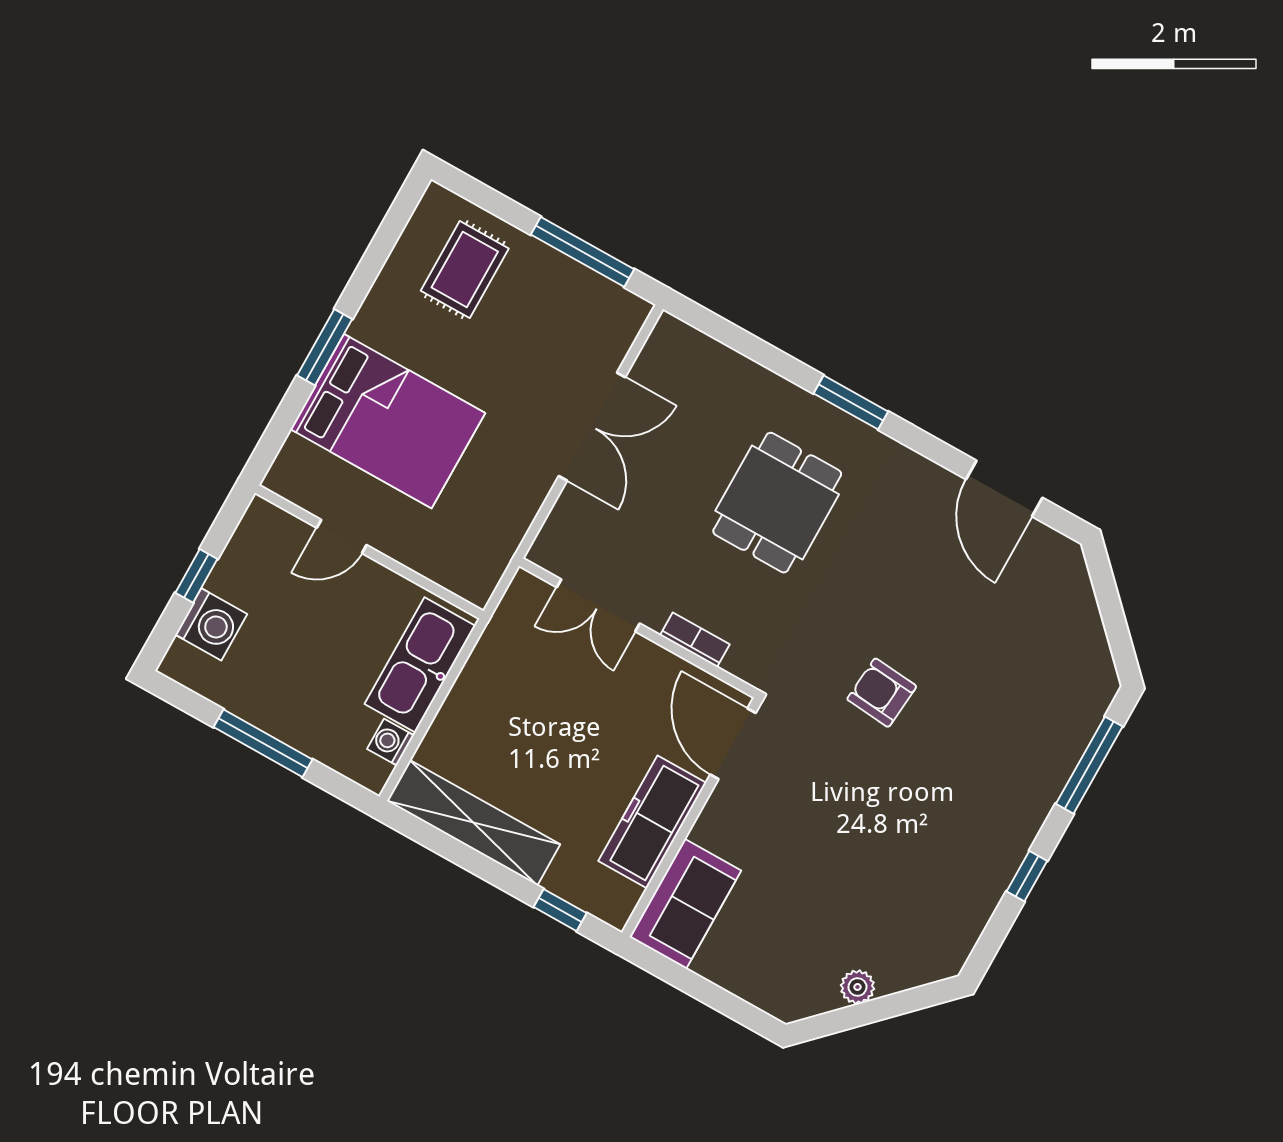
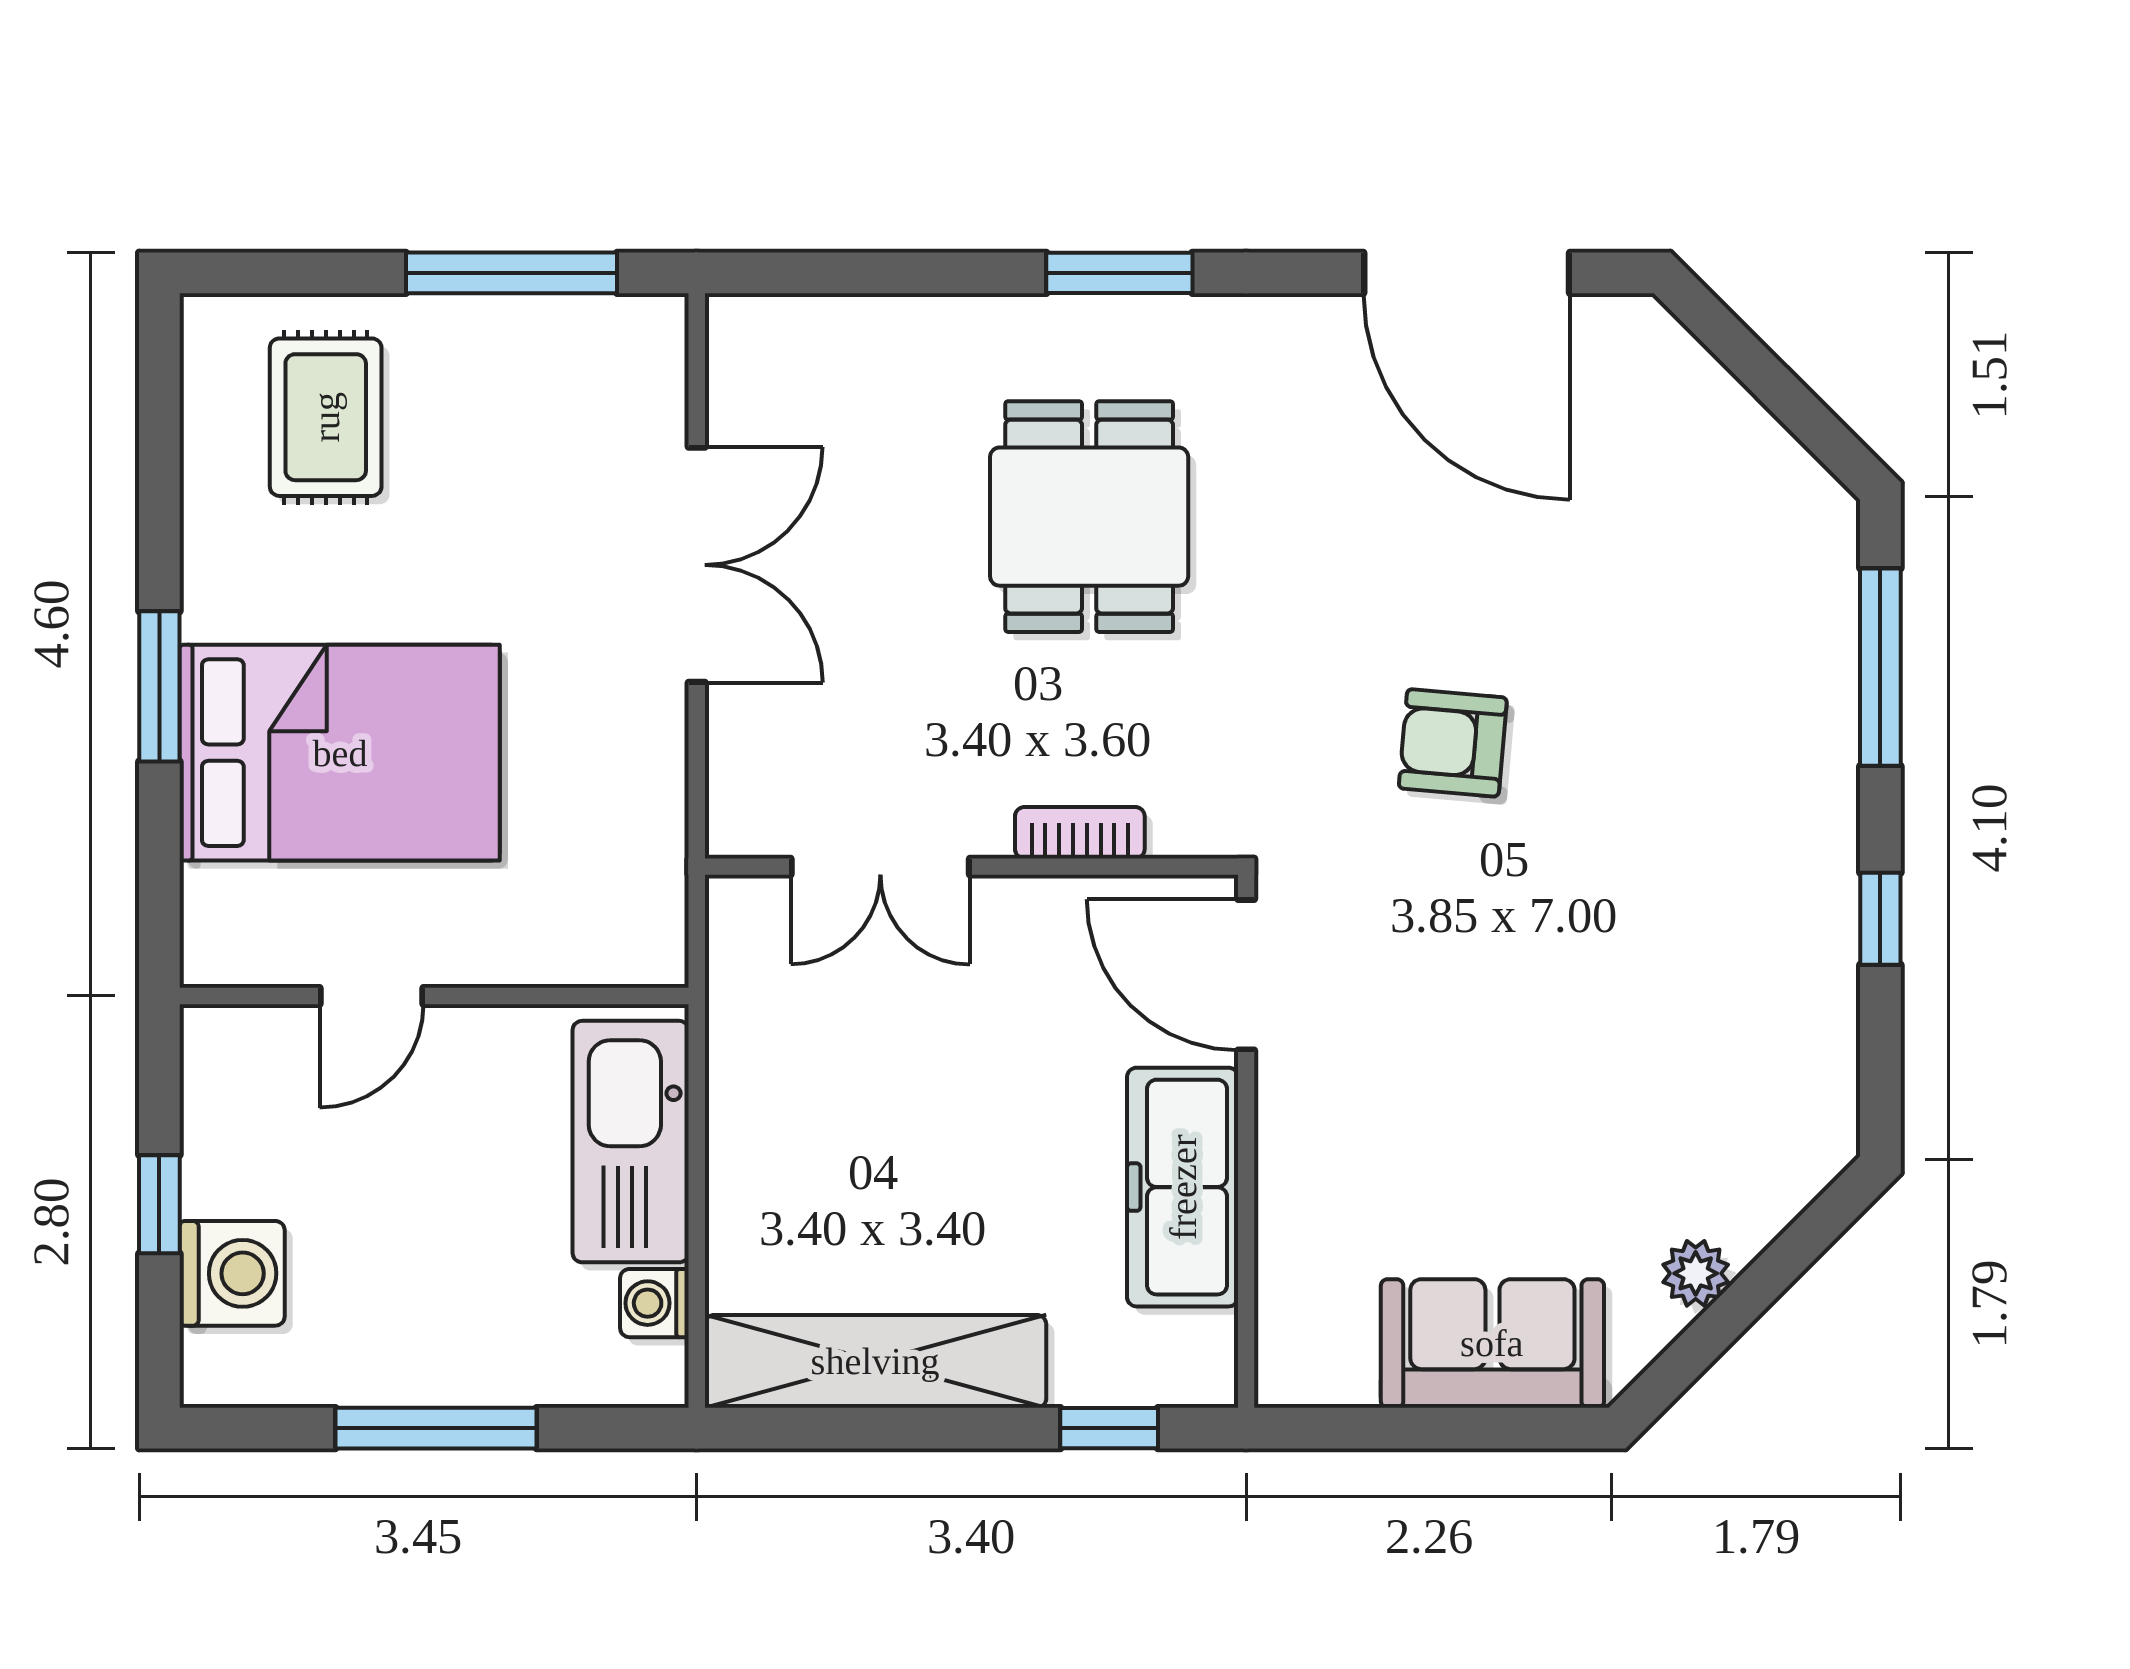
door: (1004, 488) -> (1467, 273), width x1.36
sofa: (685, 904) -> (1492, 1343), moved, turned -90

